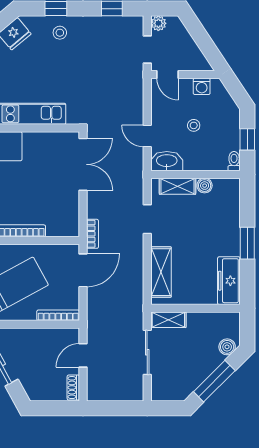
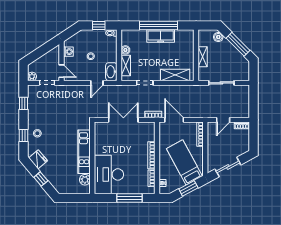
door: (168, 75) -> (61, 71), hinge flipped
double door: (83, 164) -> (123, 120), moved
window: (247, 243) -> (159, 25), width x2.11
freezer: (229, 281) -> (161, 36), moved
shelving: (168, 320) -> (203, 57), moved
door: (83, 355) -> (223, 120), hinge flipped

